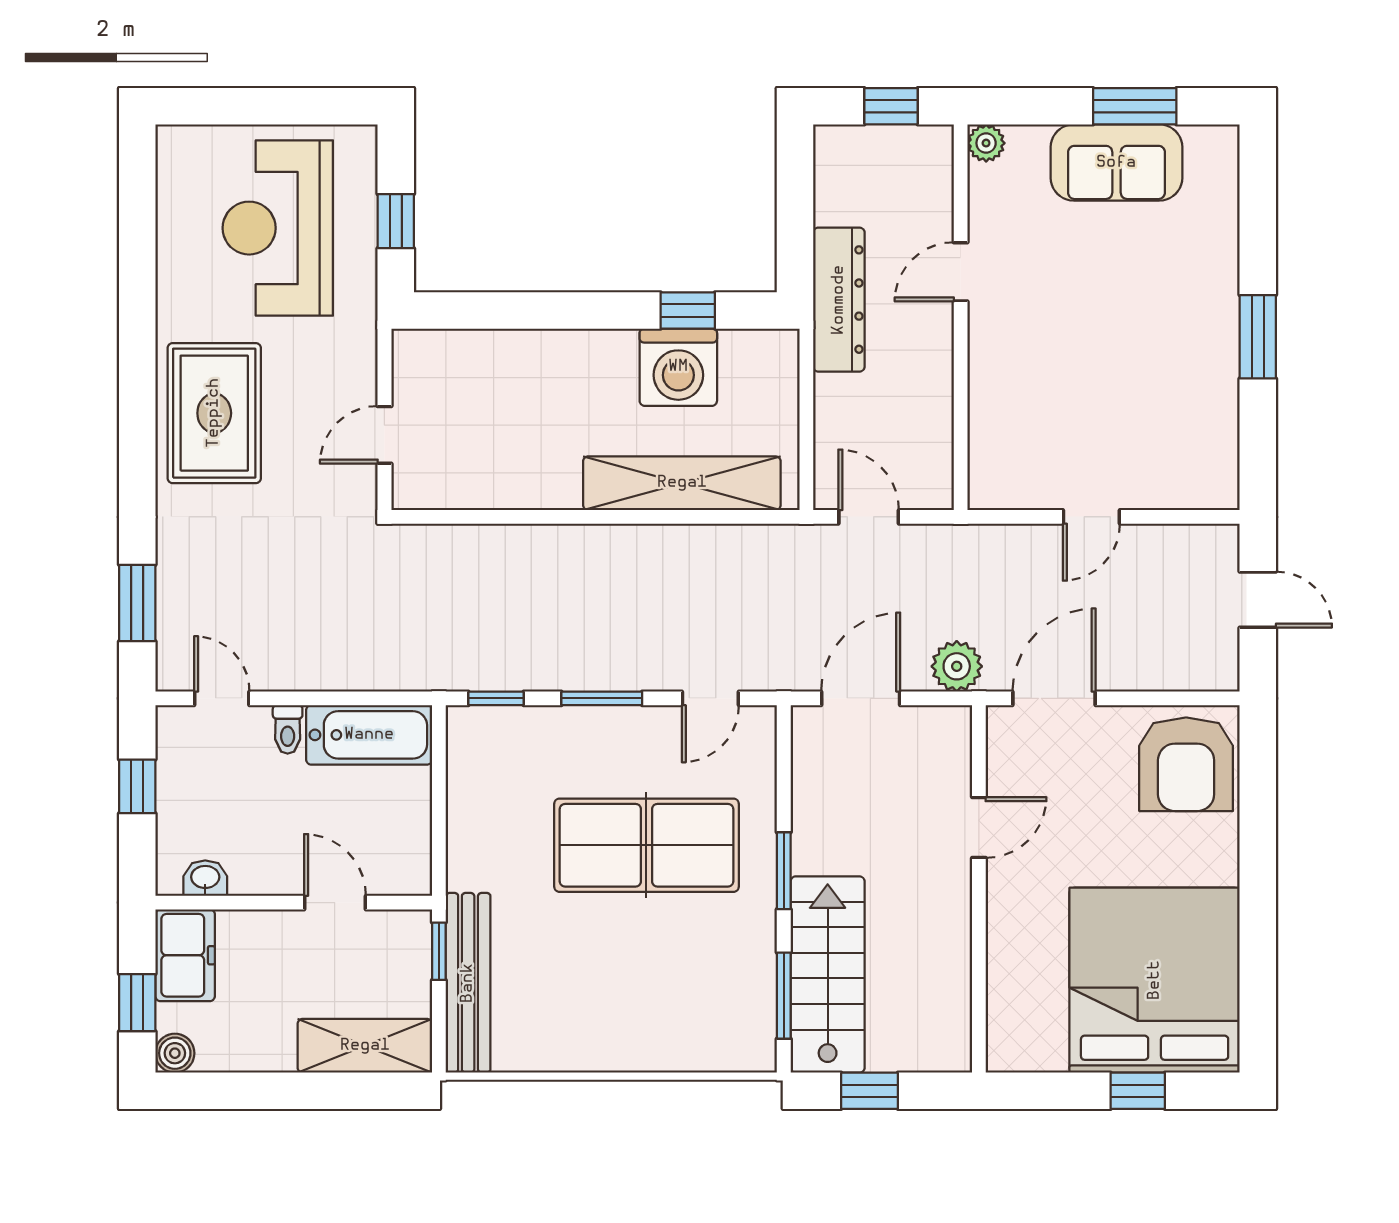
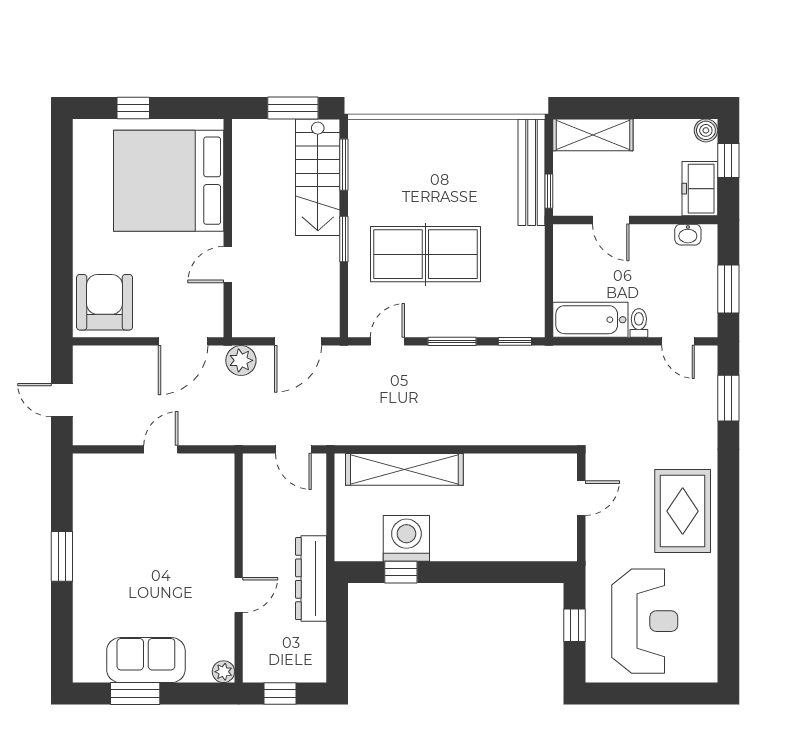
window: (137, 786) -> (728, 289), width x1.50
bed: (1155, 980) -> (169, 181), moved, turned 90
window: (869, 1091) -> (293, 108), width x1.50

